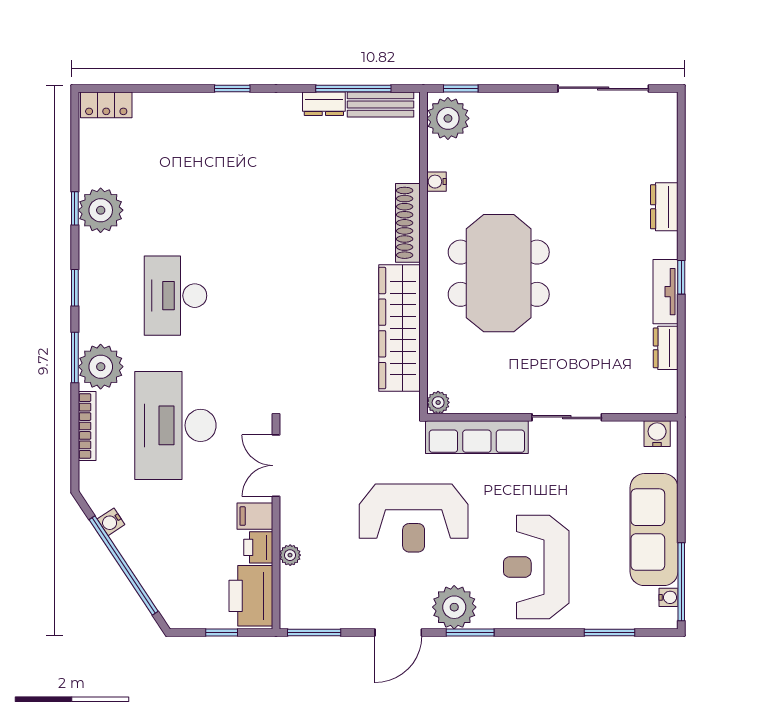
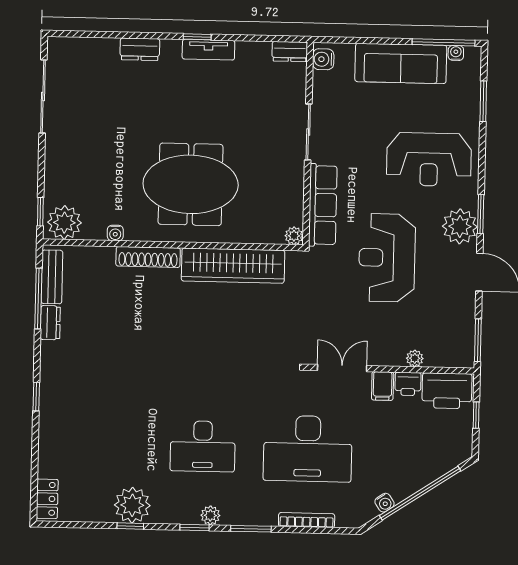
dresser: (666, 348) -> (290, 52), moved
plant: (101, 367) -> (210, 515), moved, width x0.53, depth x0.53
double door: (276, 466) -> (342, 368), swing flipped
reception desk: (414, 518) -> (387, 258), turned 180

